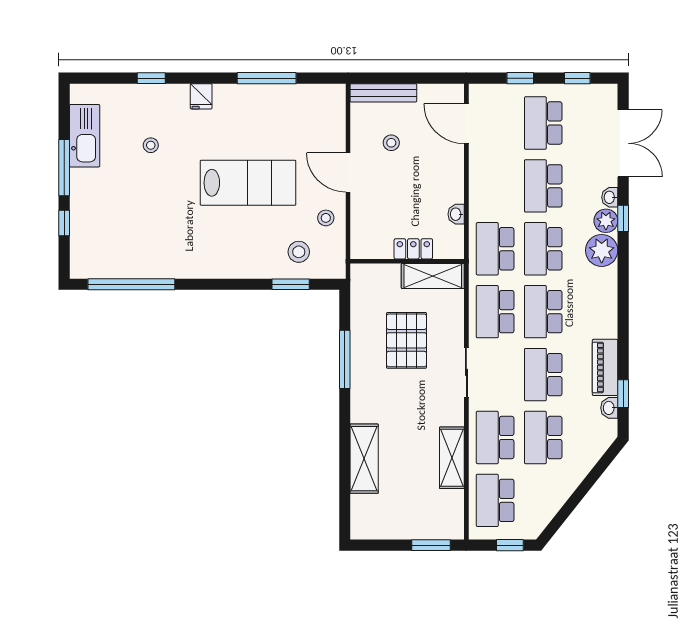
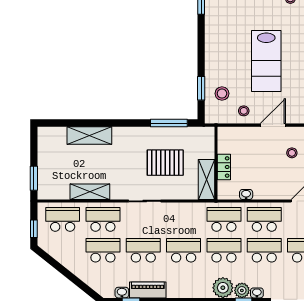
school desk: (495, 312) -> (264, 219), moved
window: (345, 359) -> (169, 123), moved

